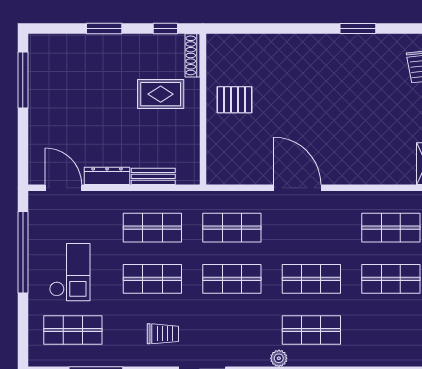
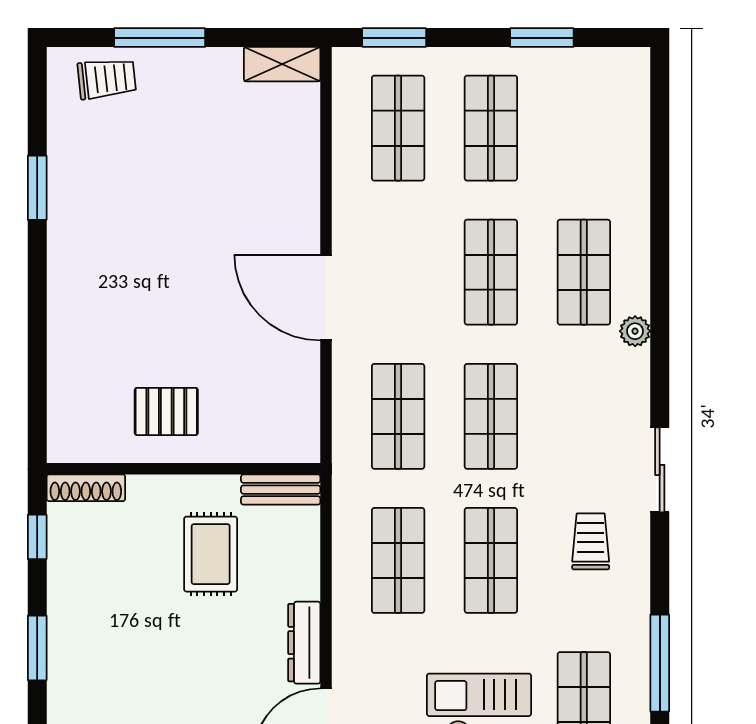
rug: (161, 94) -> (211, 554), moved
pallet: (235, 100) -> (166, 411), turned 90
bench: (153, 176) -> (281, 490), moved, turned 90
door: (297, 188) -> (326, 298), hinge flipped

